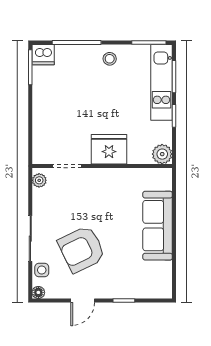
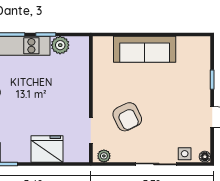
fridge: (109, 149) -> (47, 149), moved, turned 90
plant: (162, 154) -> (60, 45), moved
armchair: (82, 249) -> (127, 117), moved, width x0.73, depth x0.73

